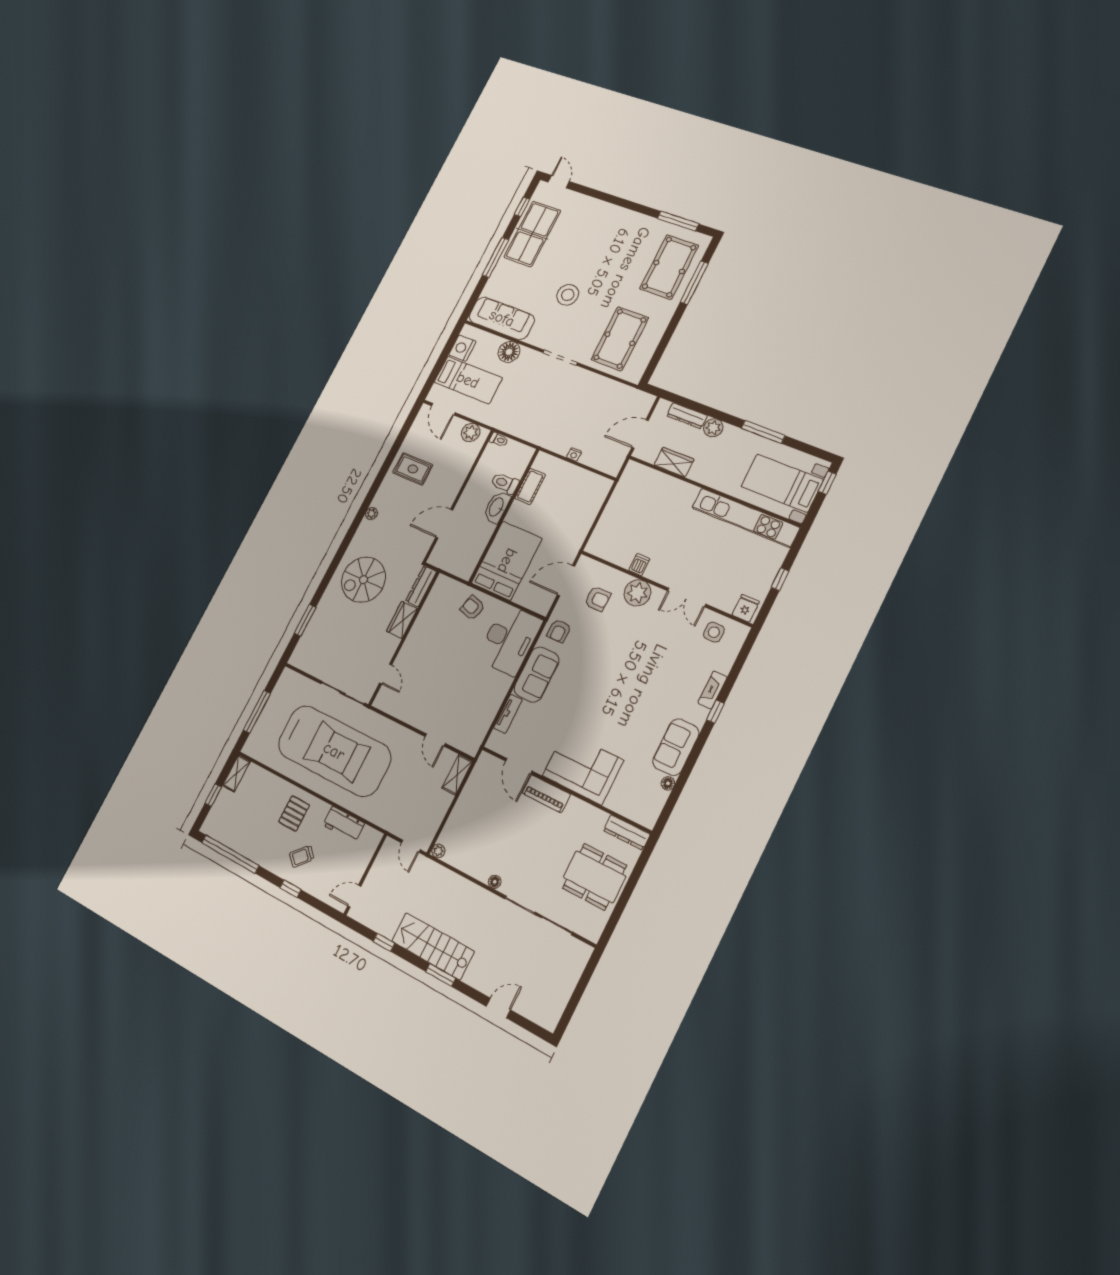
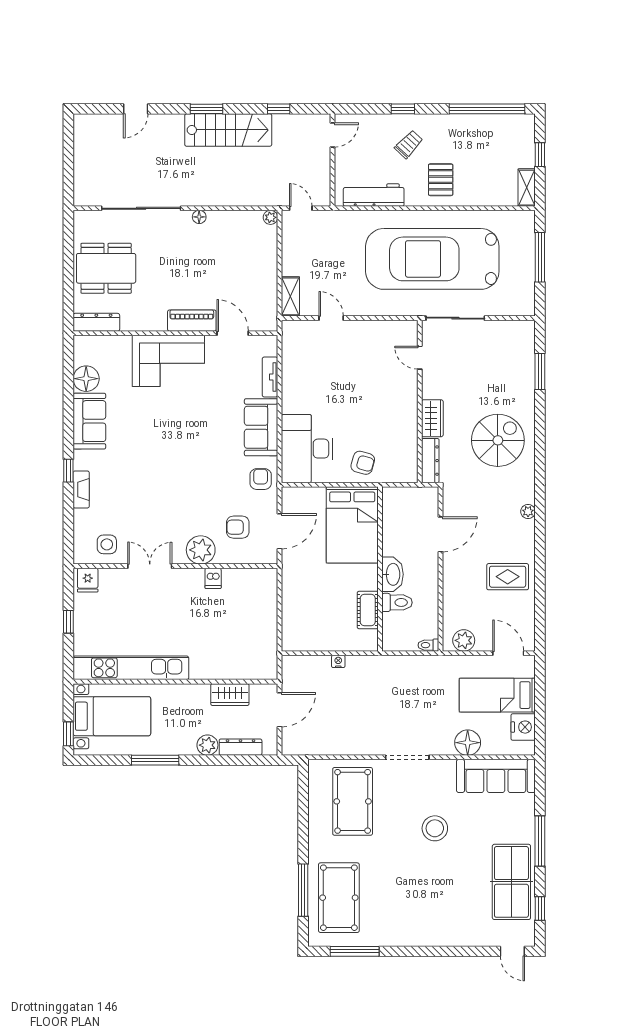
floor lamp: (668, 783) -> (86, 379), width x1.89, depth x1.89
workbench: (344, 824) -> (374, 195), width x1.38

